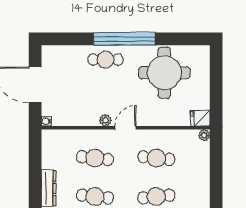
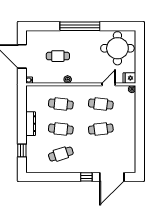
cafe table: (106, 60) -> (58, 56), moved
round table: (164, 73) -> (117, 48), moved
door: (125, 128) -> (109, 84), moved

